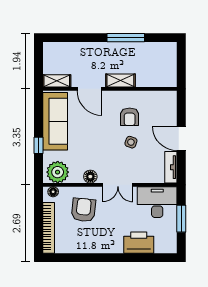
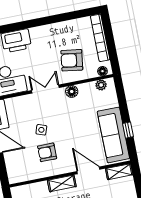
armchair: (130, 117) -> (47, 152), turned -90
window: (39, 145) -> (128, 130), moved
plant: (58, 172) -> (101, 85), width x0.53, depth x0.53
armchair: (84, 210) -> (72, 60), turned 92

